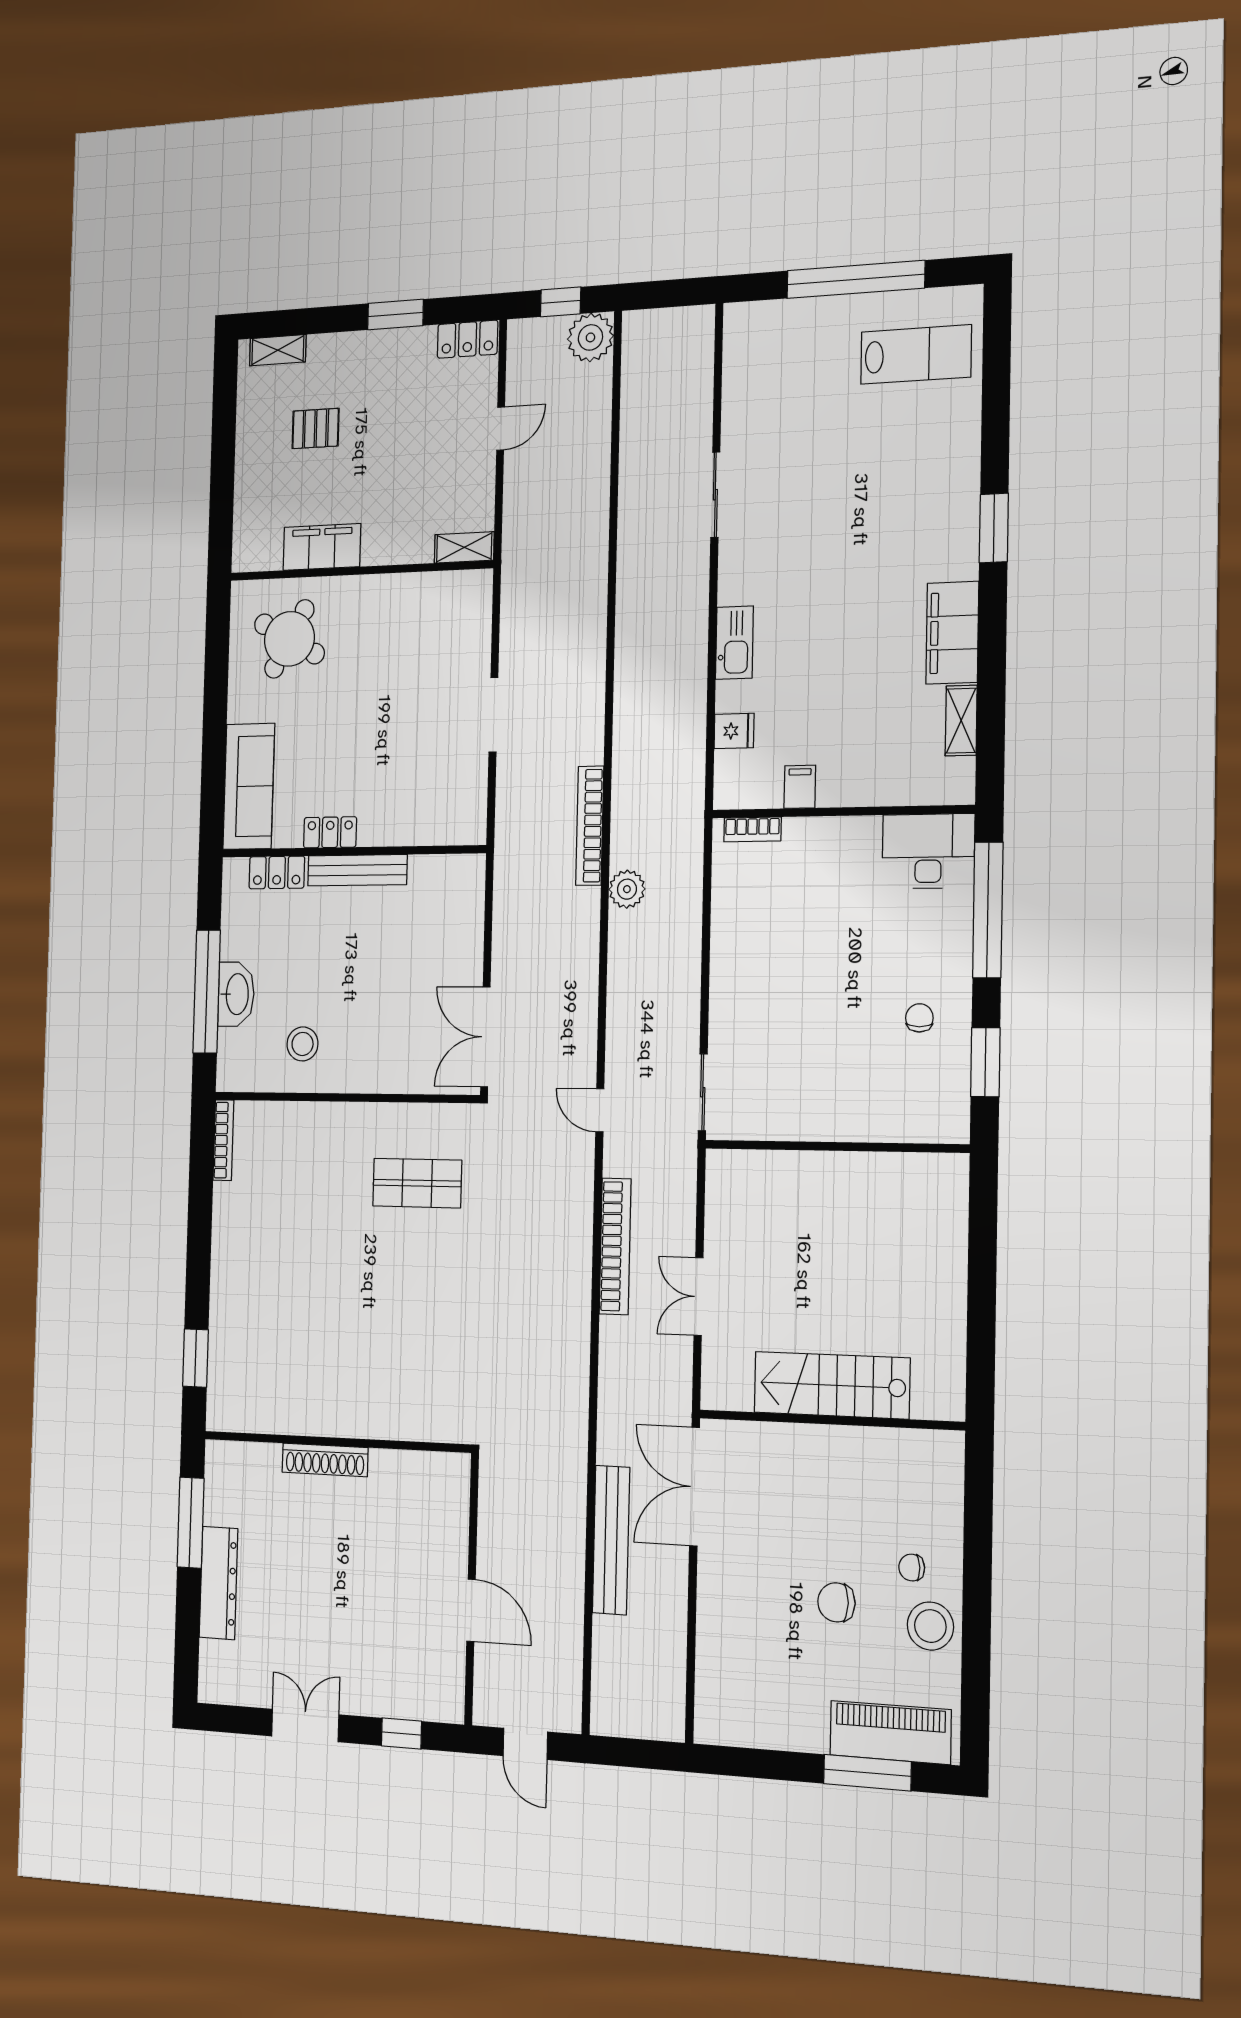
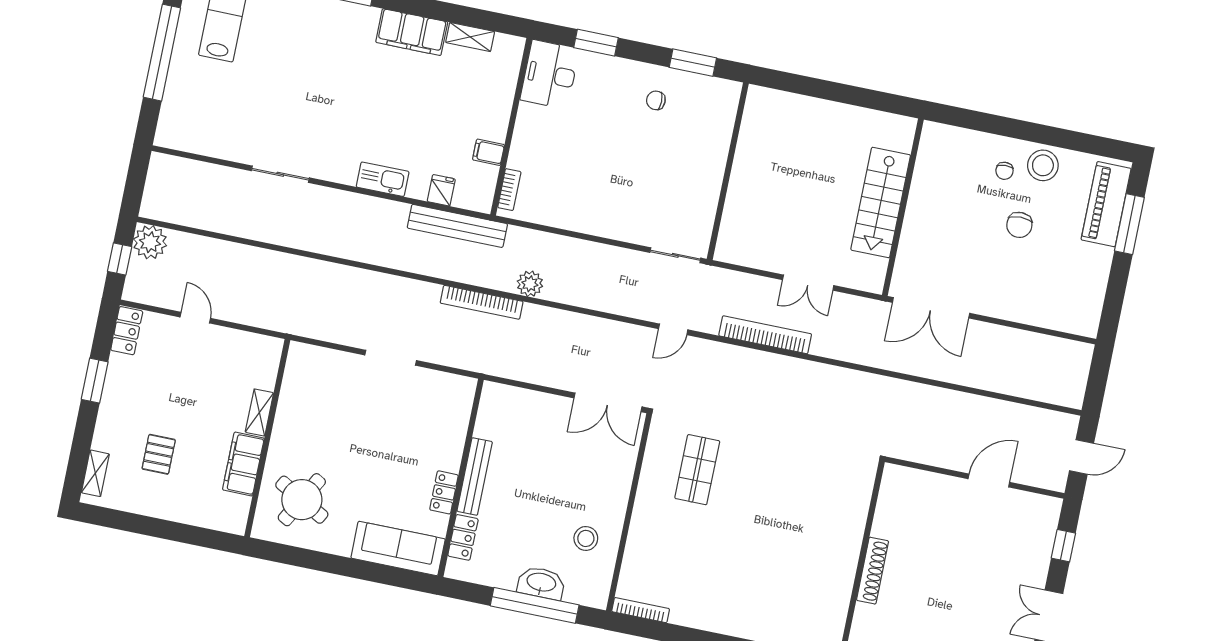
shelving: (464, 547) -> (259, 412), moved
window: (988, 910) -> (596, 43), width x0.47
bench: (611, 1540) -> (457, 226), moved

